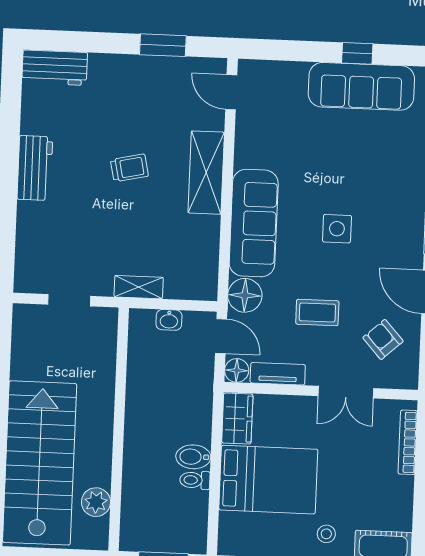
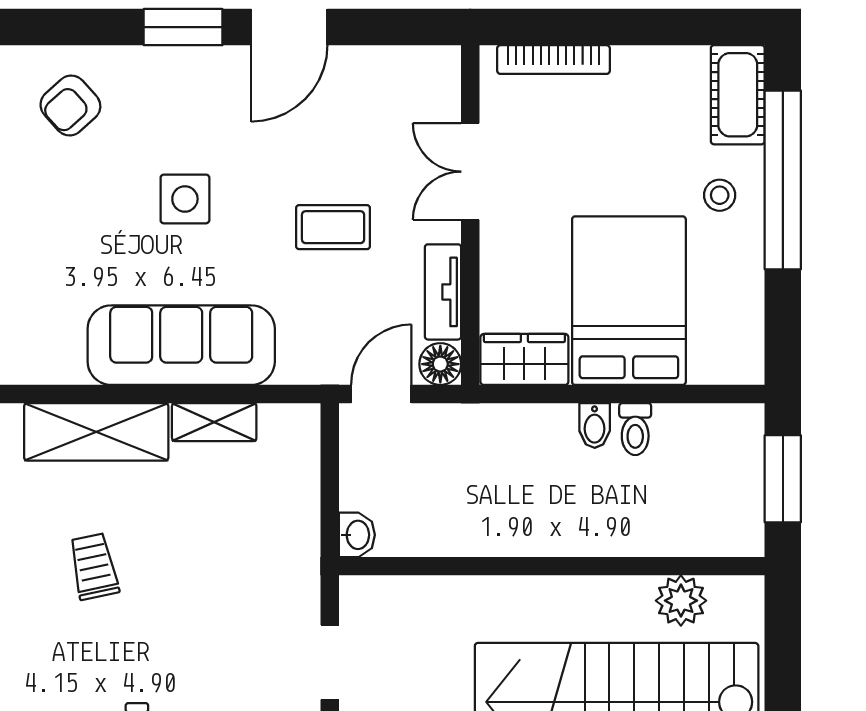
shelving: (139, 287) -> (214, 422), moved, turned 90
floor lamp: (245, 295) -> (308, 355), removed
coffee table: (317, 313) -> (333, 227), turned 90
washbasin: (169, 320) -> (357, 535), moved
armchair: (383, 339) -> (70, 106), moved
double door: (346, 392) -> (470, 172), swing flipped
bidet: (193, 457) -> (595, 425), width x0.72, depth x0.74

